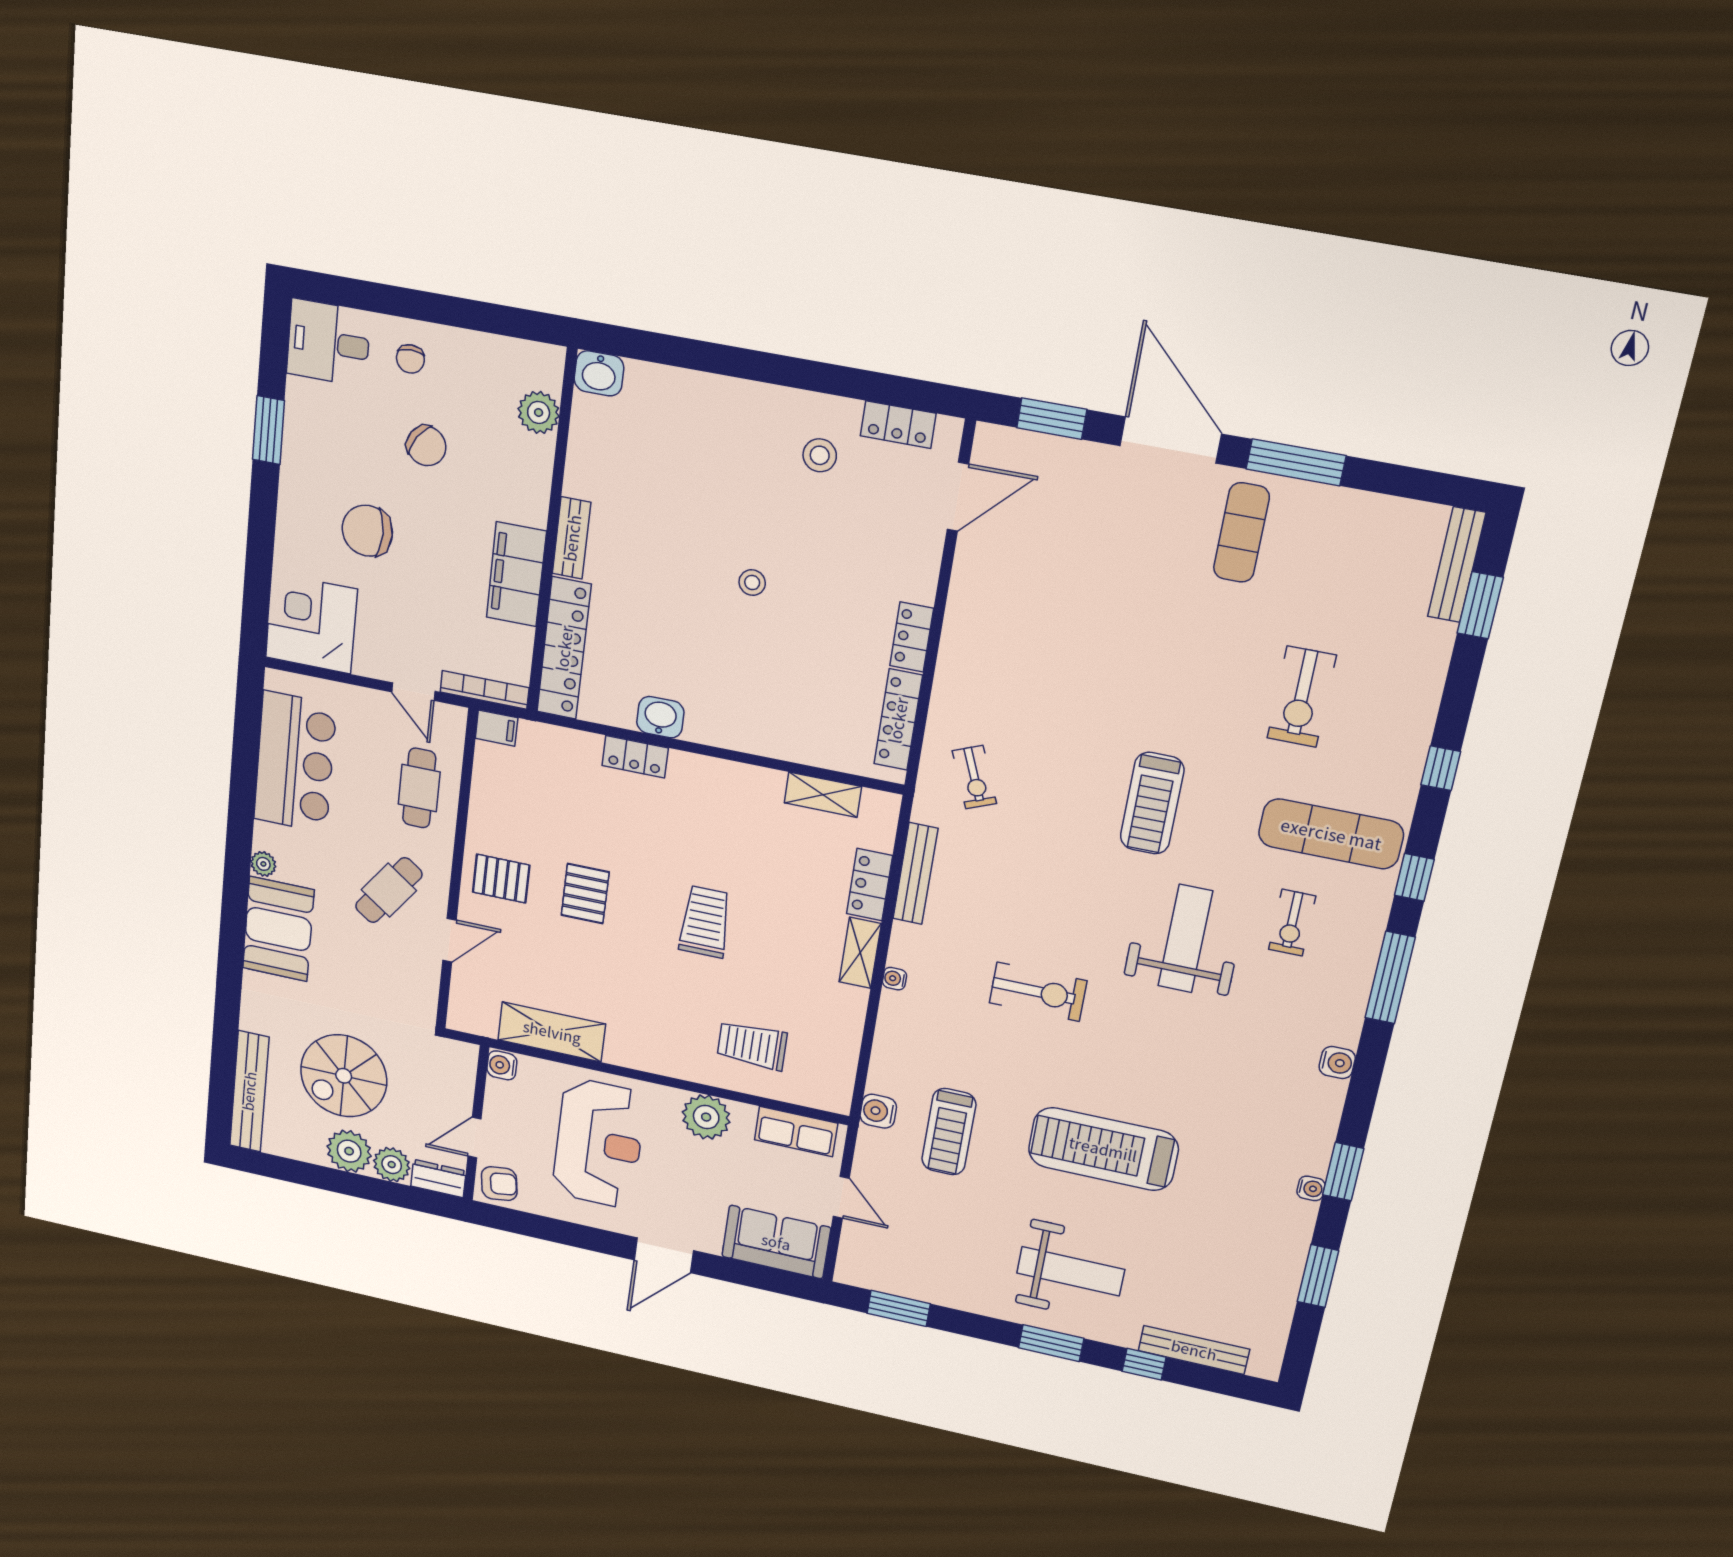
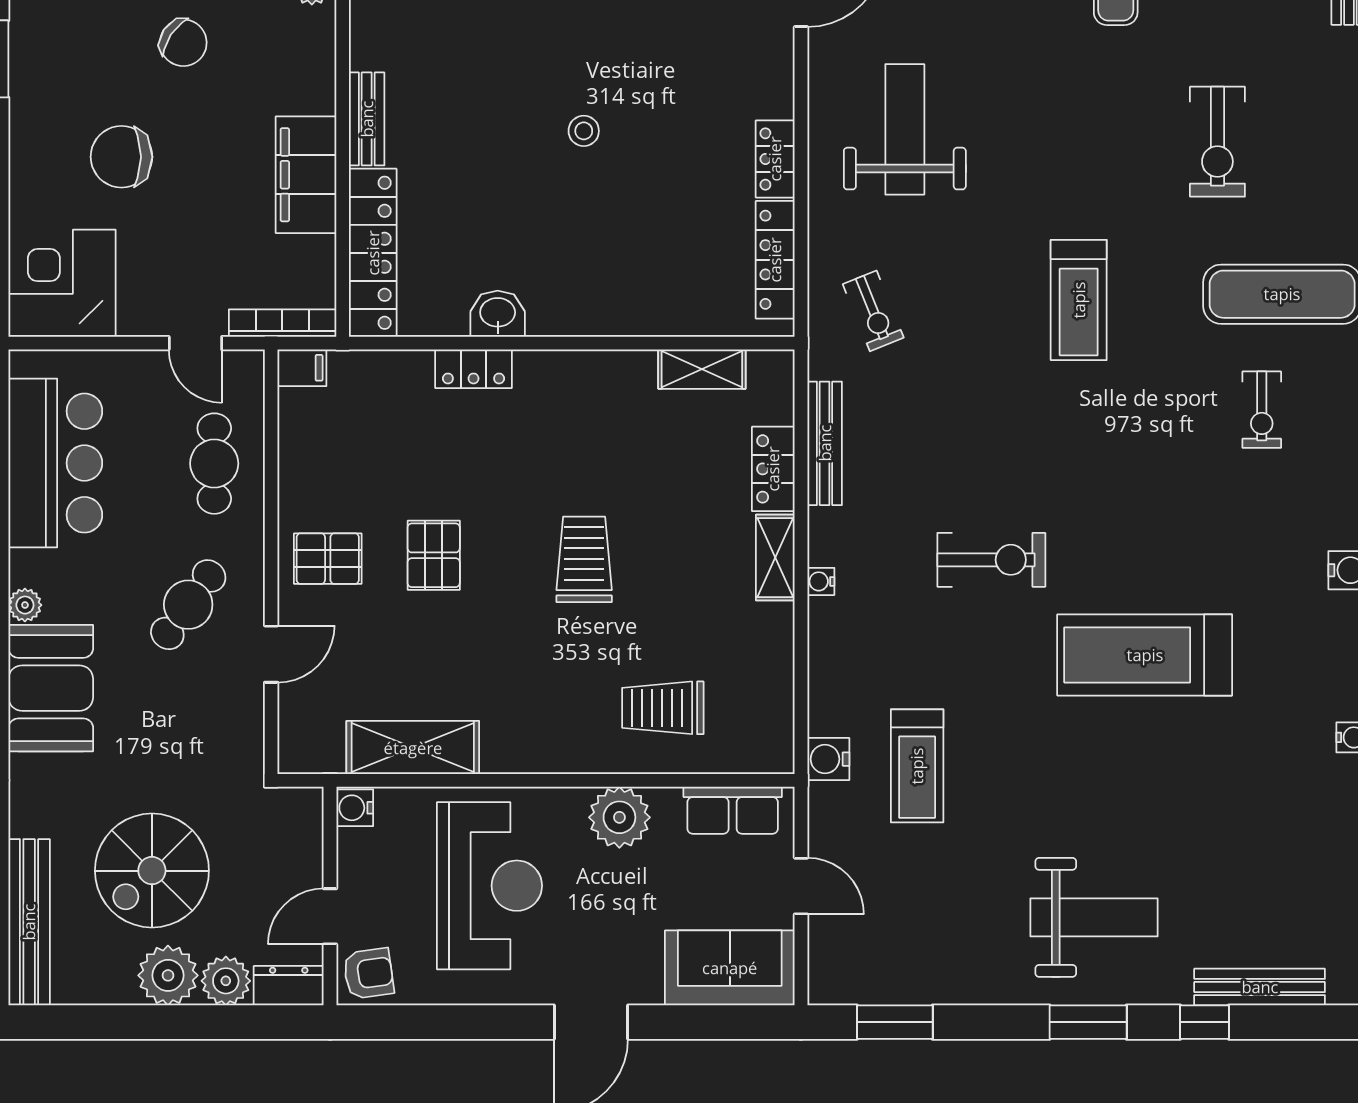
weight bench: (1185, 939) -> (905, 129), moved
treadmill: (1103, 1149) -> (1145, 655), moved

